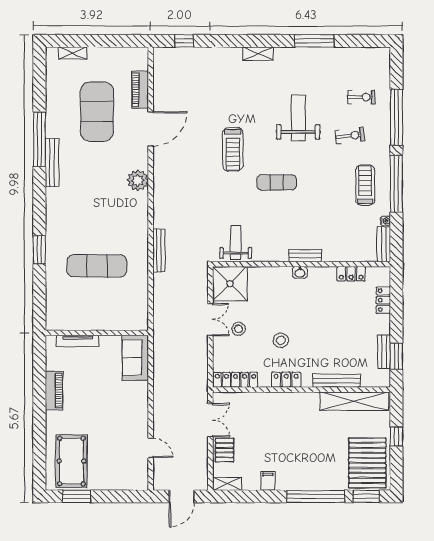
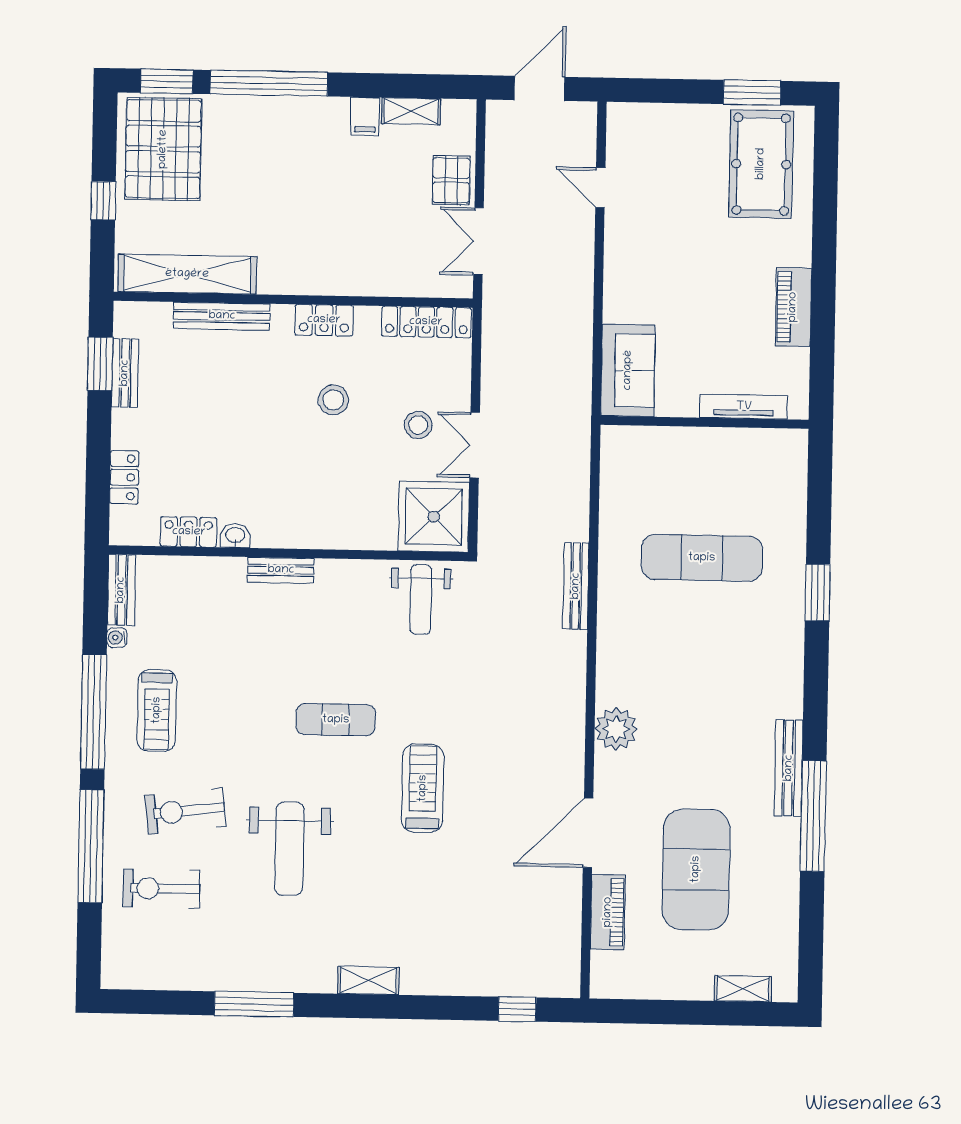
exercise bike: (361, 97) -> (161, 889), width x1.38, depth x1.39
exercise bike: (350, 136) -> (185, 811), width x1.38, depth x1.39
washbasin: (300, 272) -> (235, 536), moved
shelving: (227, 484) -> (411, 111), moved

